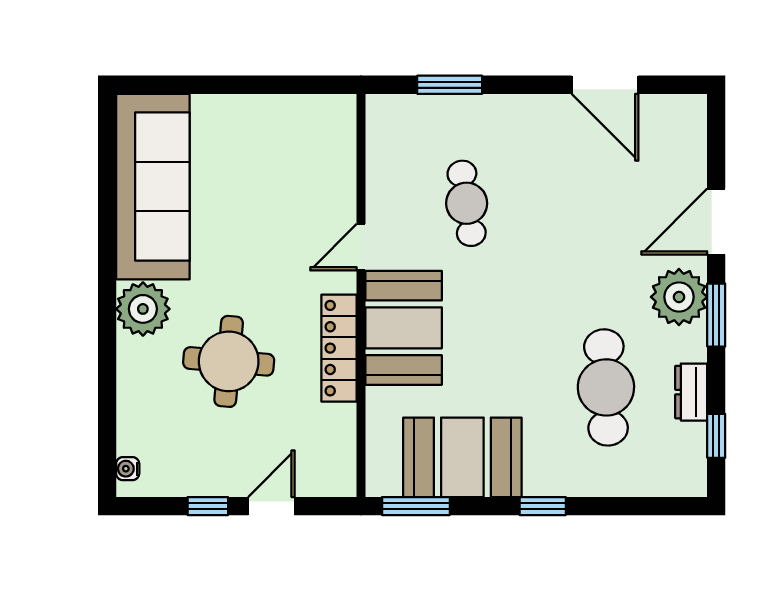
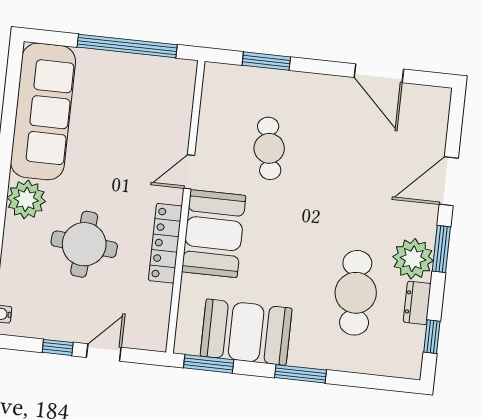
window: (258, 85) -> (127, 46), added
plant: (679, 297) -> (413, 259), moved
window: (543, 506) -> (301, 374), width x1.50

